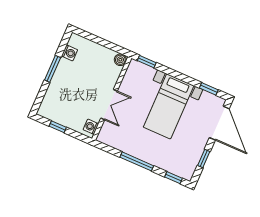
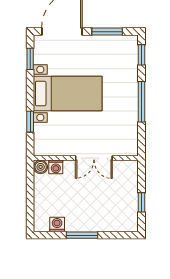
window: (147, 62) -> (30, 122), moved
double door: (109, 105) -> (94, 158), swing flipped
washing machine: (91, 127) -> (56, 167), moved
window: (204, 159) -> (107, 32), width x1.50

